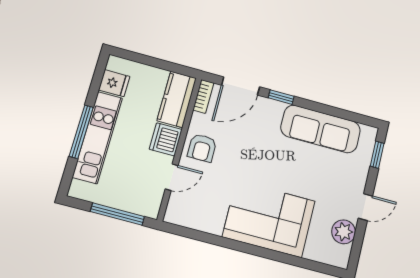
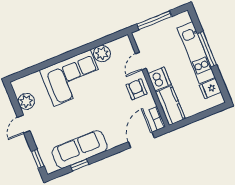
window: (281, 97) -> (80, 165), moved
plant: (211, 221) -> (102, 54), added

